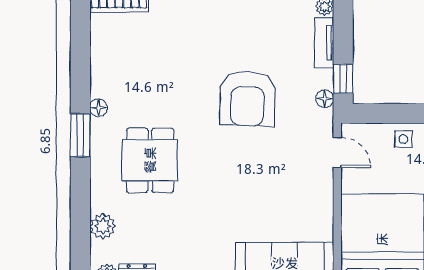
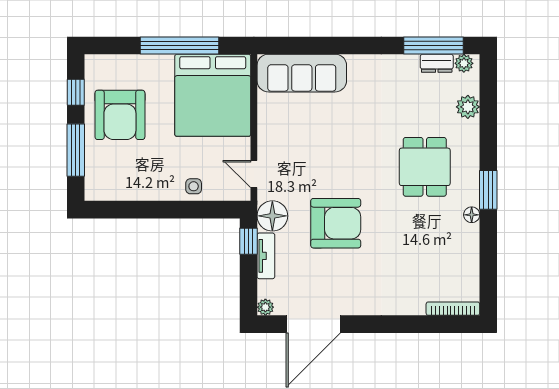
tv unit: (324, 43) -> (266, 256), moved
armchair: (248, 99) -> (336, 223), turned 88
floor lamp: (325, 99) -> (272, 216), width x1.89, depth x1.89

